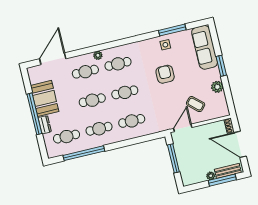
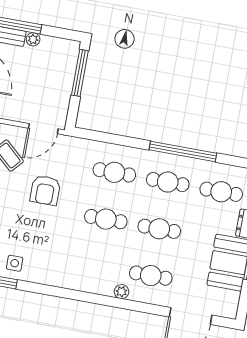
cafe table: (118, 64) -> (97, 266), removed
armchair: (165, 74) -> (45, 190), moved
window: (84, 153) -> (183, 152), moved
window: (173, 158) -> (80, 73), moved

